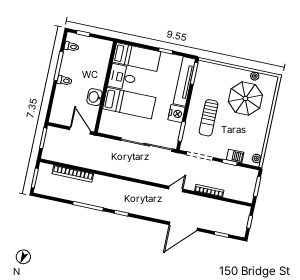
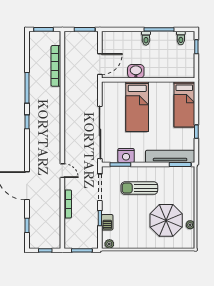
desk: (122, 77) -> (161, 94), removed
nightstand: (176, 114) -> (126, 156), moved

